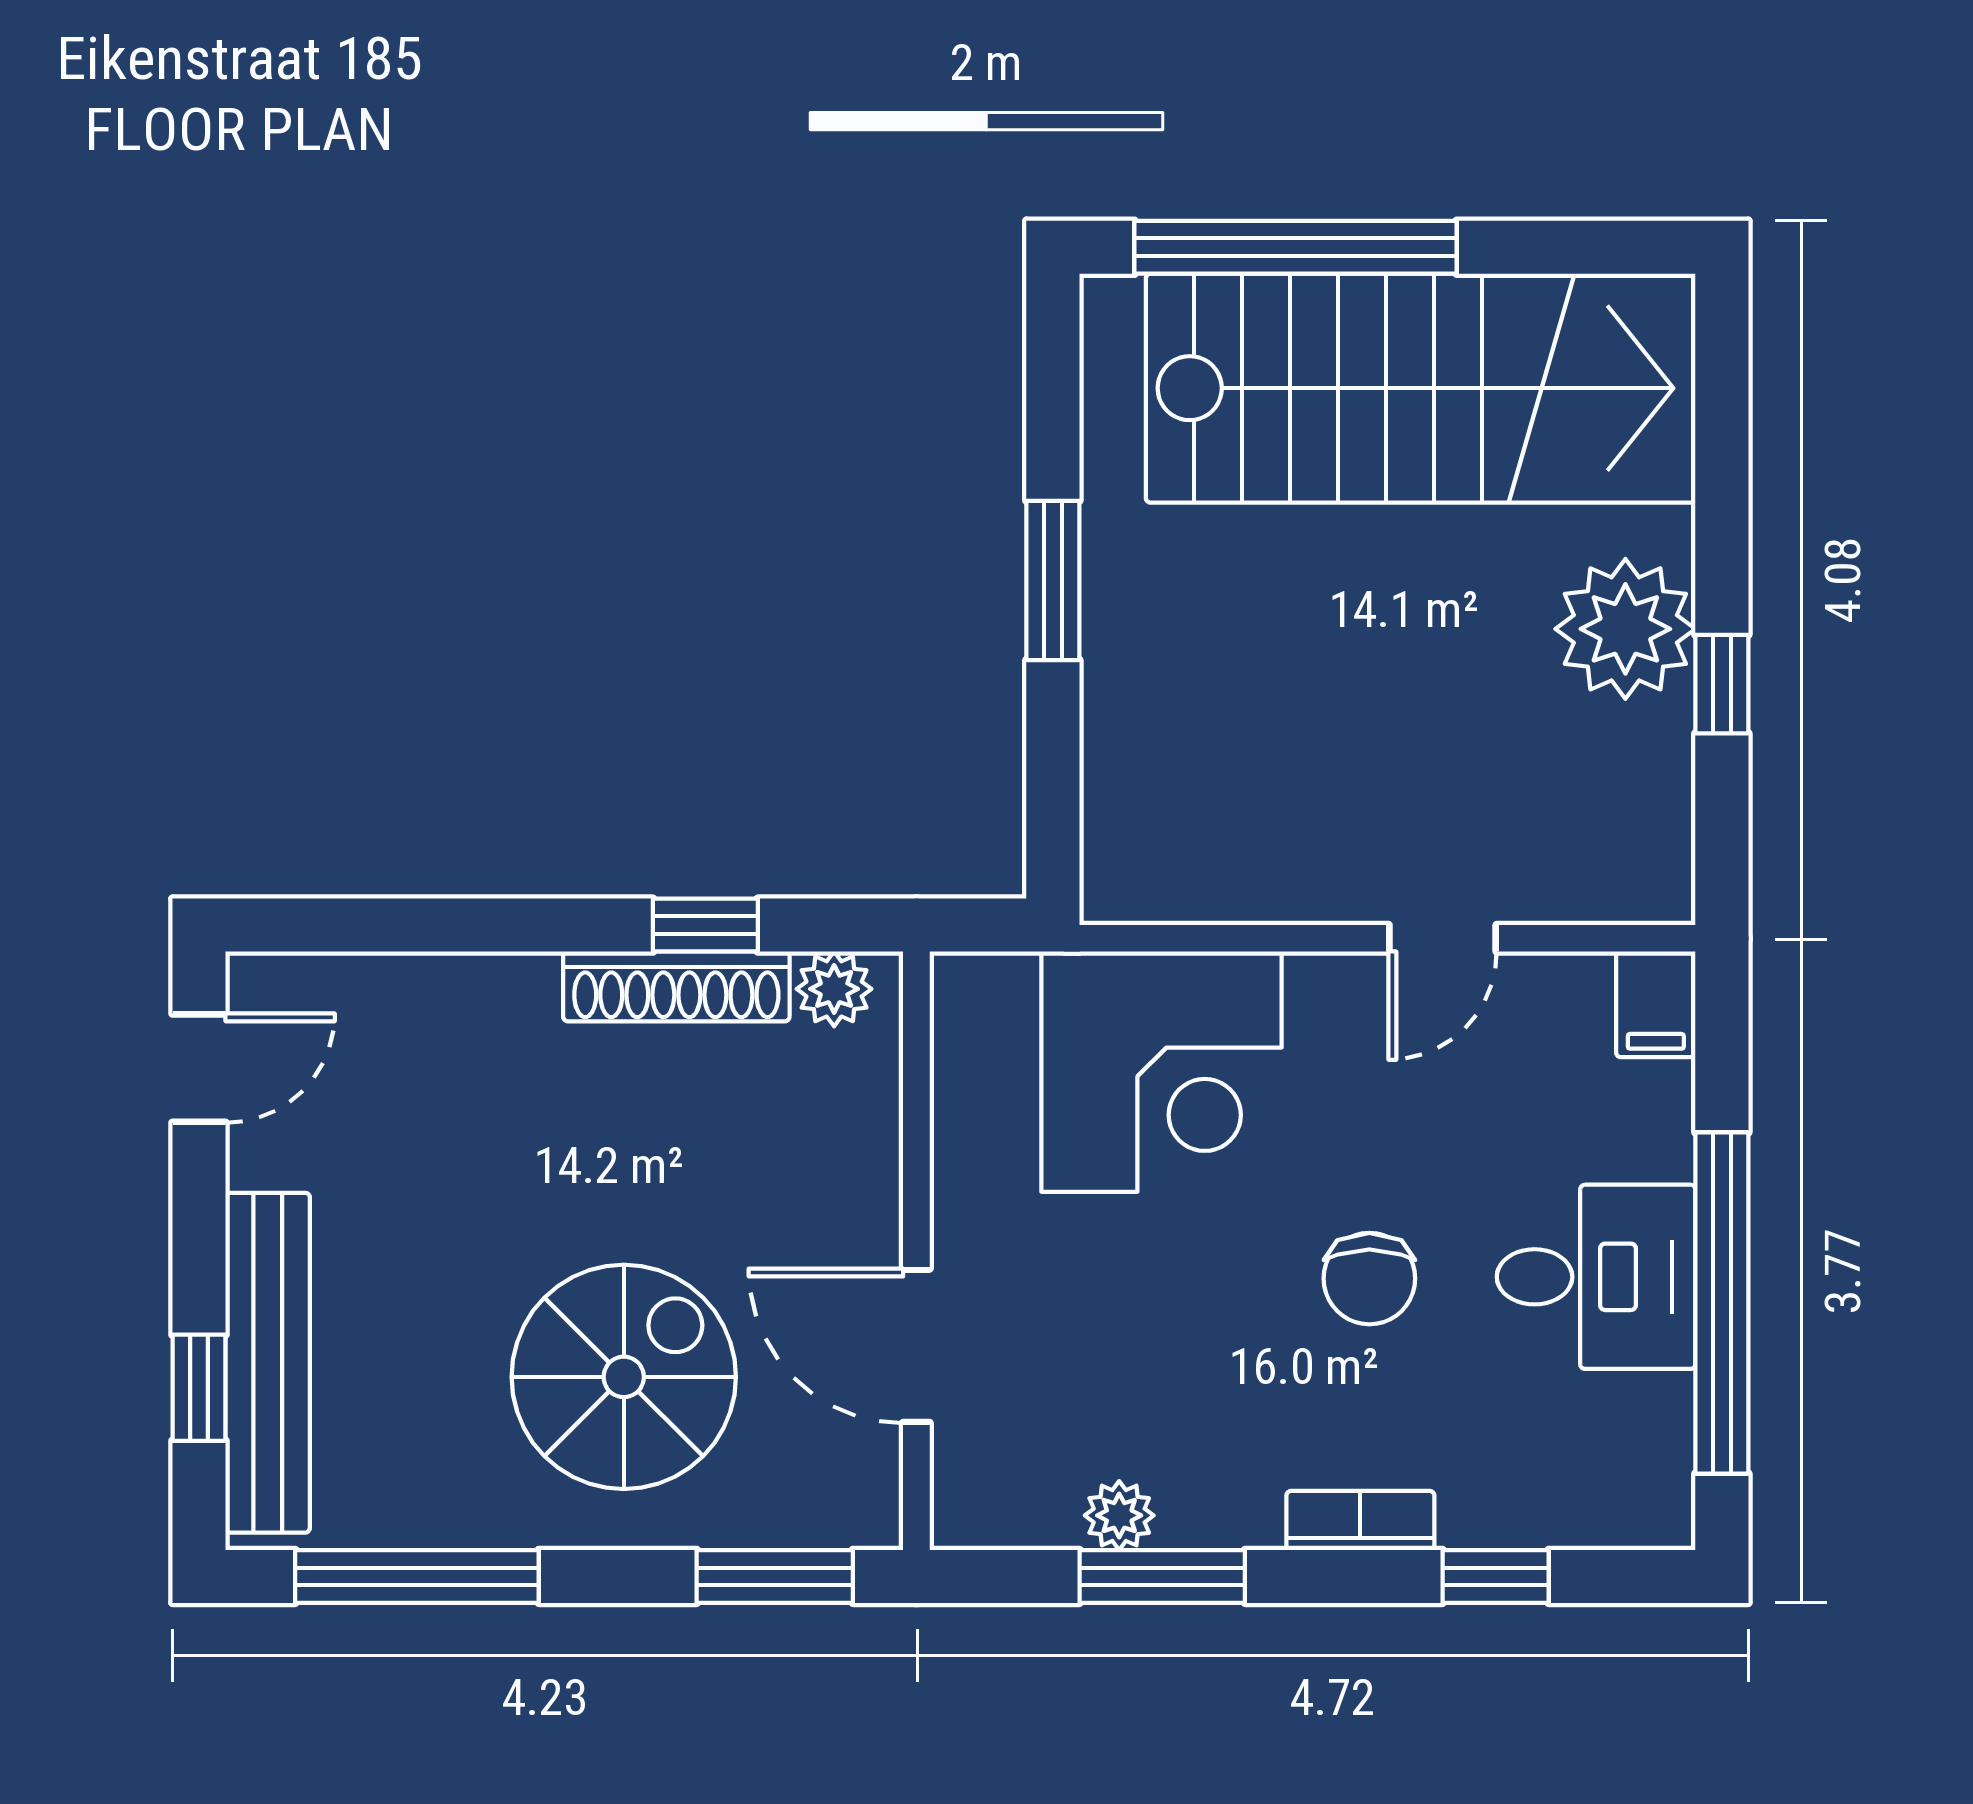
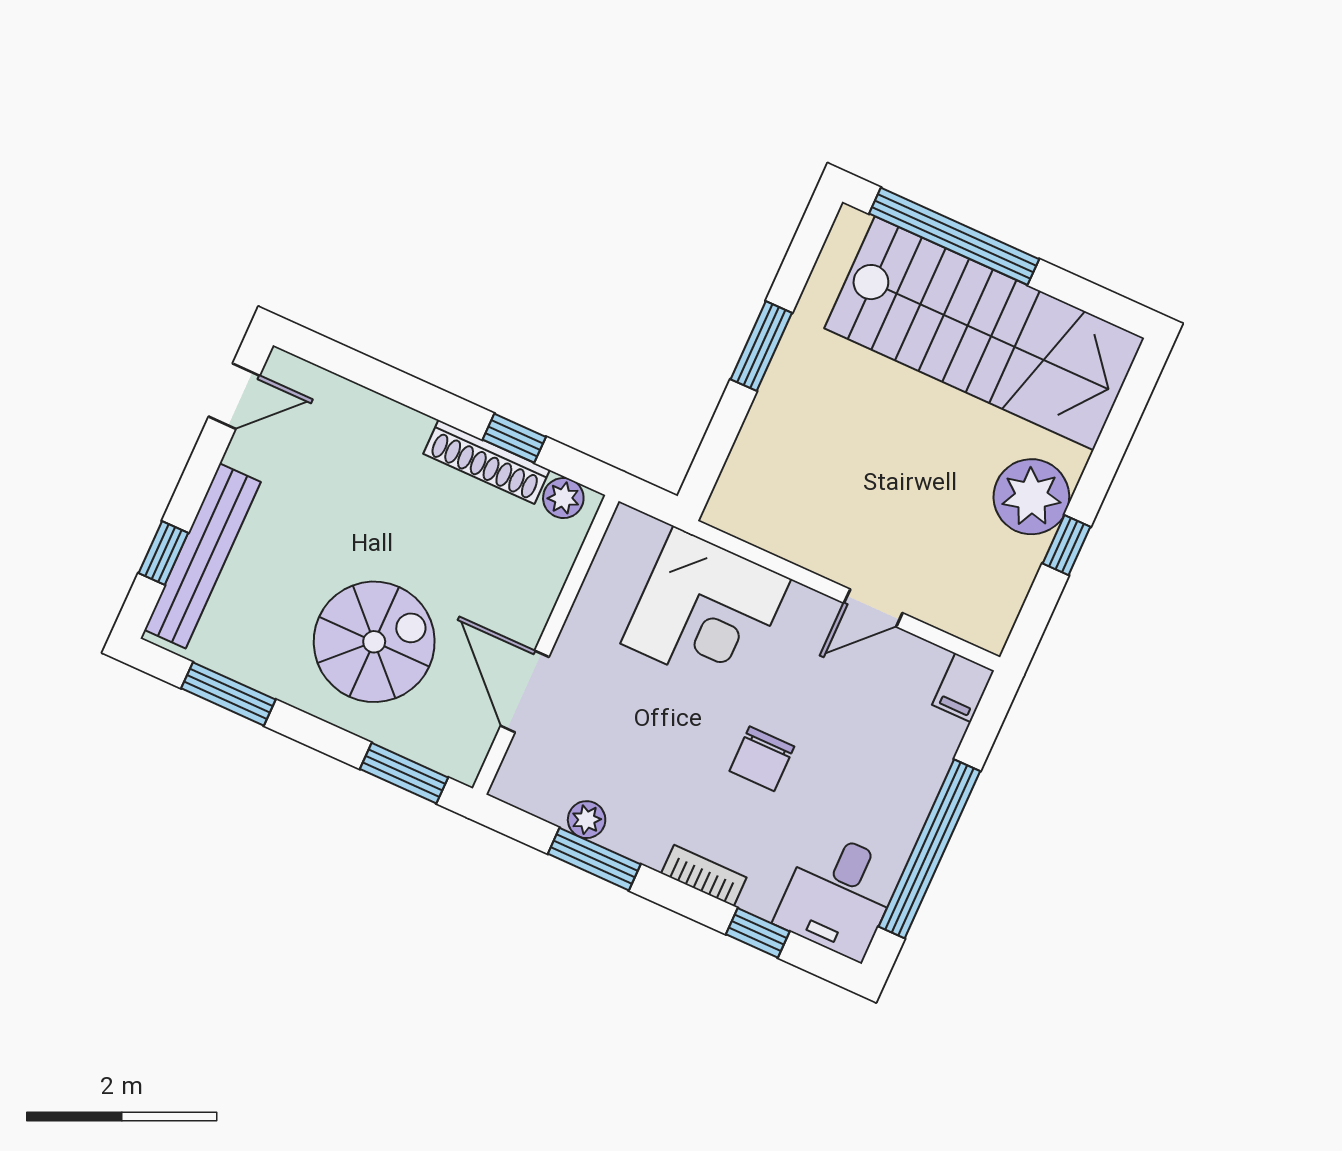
desk: (1596, 1277) -> (838, 895), moved, turned 90
window: (417, 1576) -> (228, 694), width x0.69

